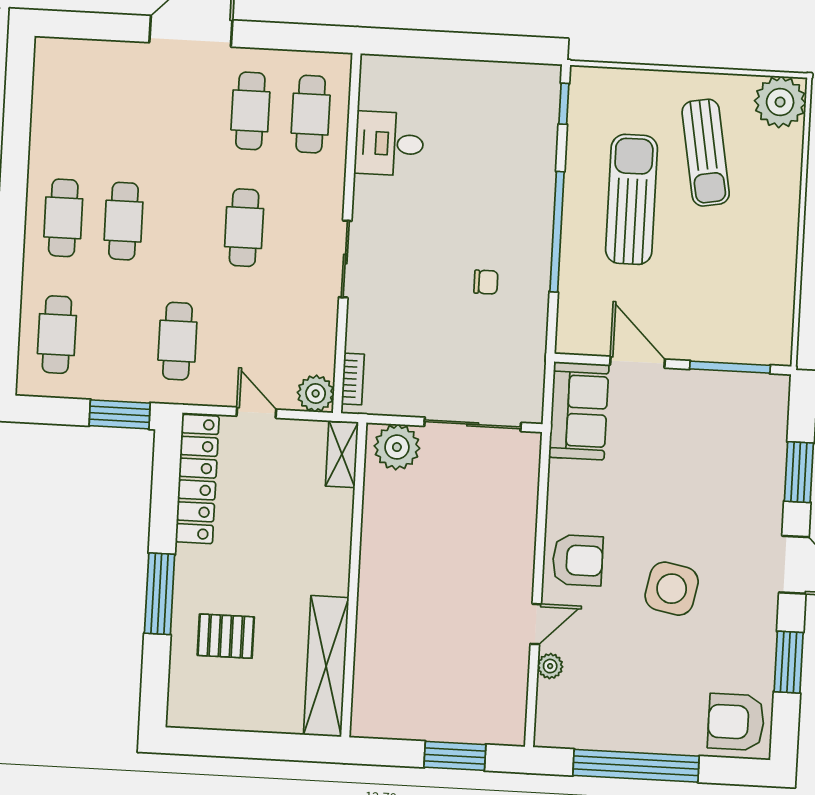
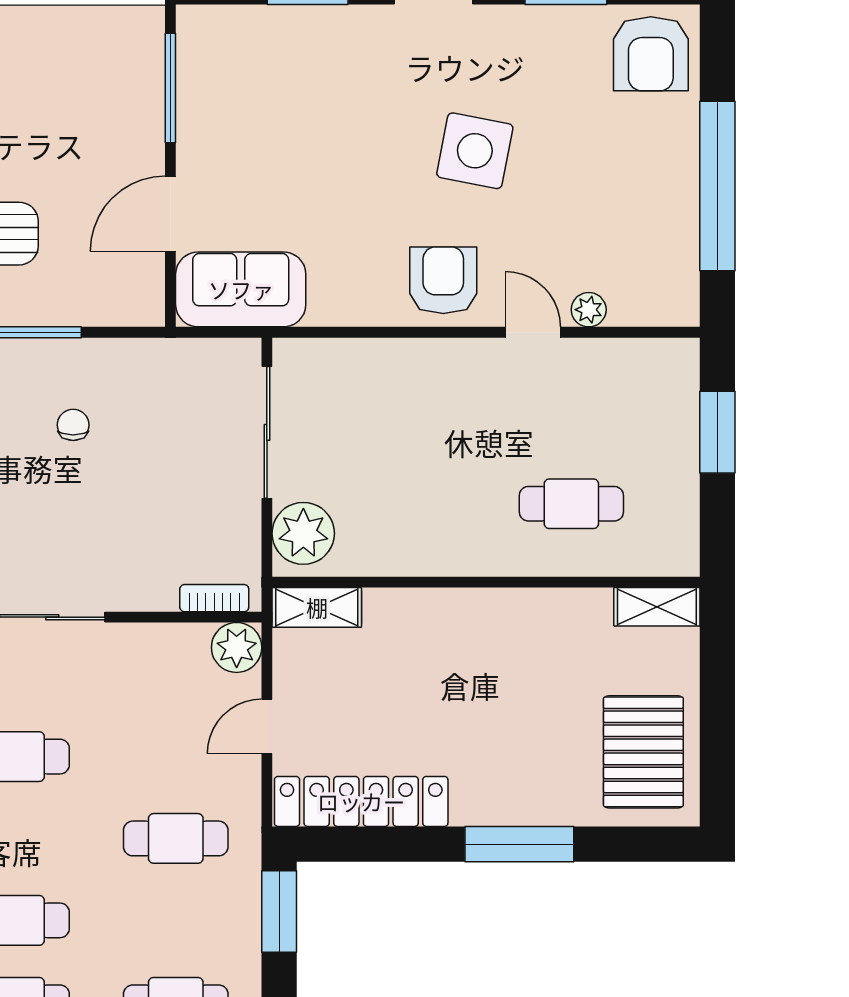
pallet: (226, 636) -> (643, 752), moved, width x1.50, depth x1.42
cafe table: (408, 646) -> (571, 504), added
shelving: (326, 666) -> (657, 607), width x0.45, depth x0.75

